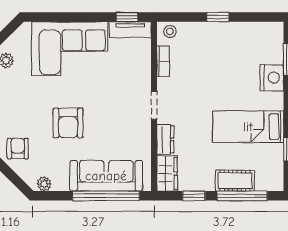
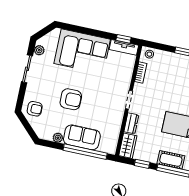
armchair: (68, 123) -> (71, 99), turned -90
armchair: (18, 148) -> (35, 109), turned 90
sofa: (106, 176) -> (82, 137), width x0.73
plant: (44, 184) -> (58, 138), moved

